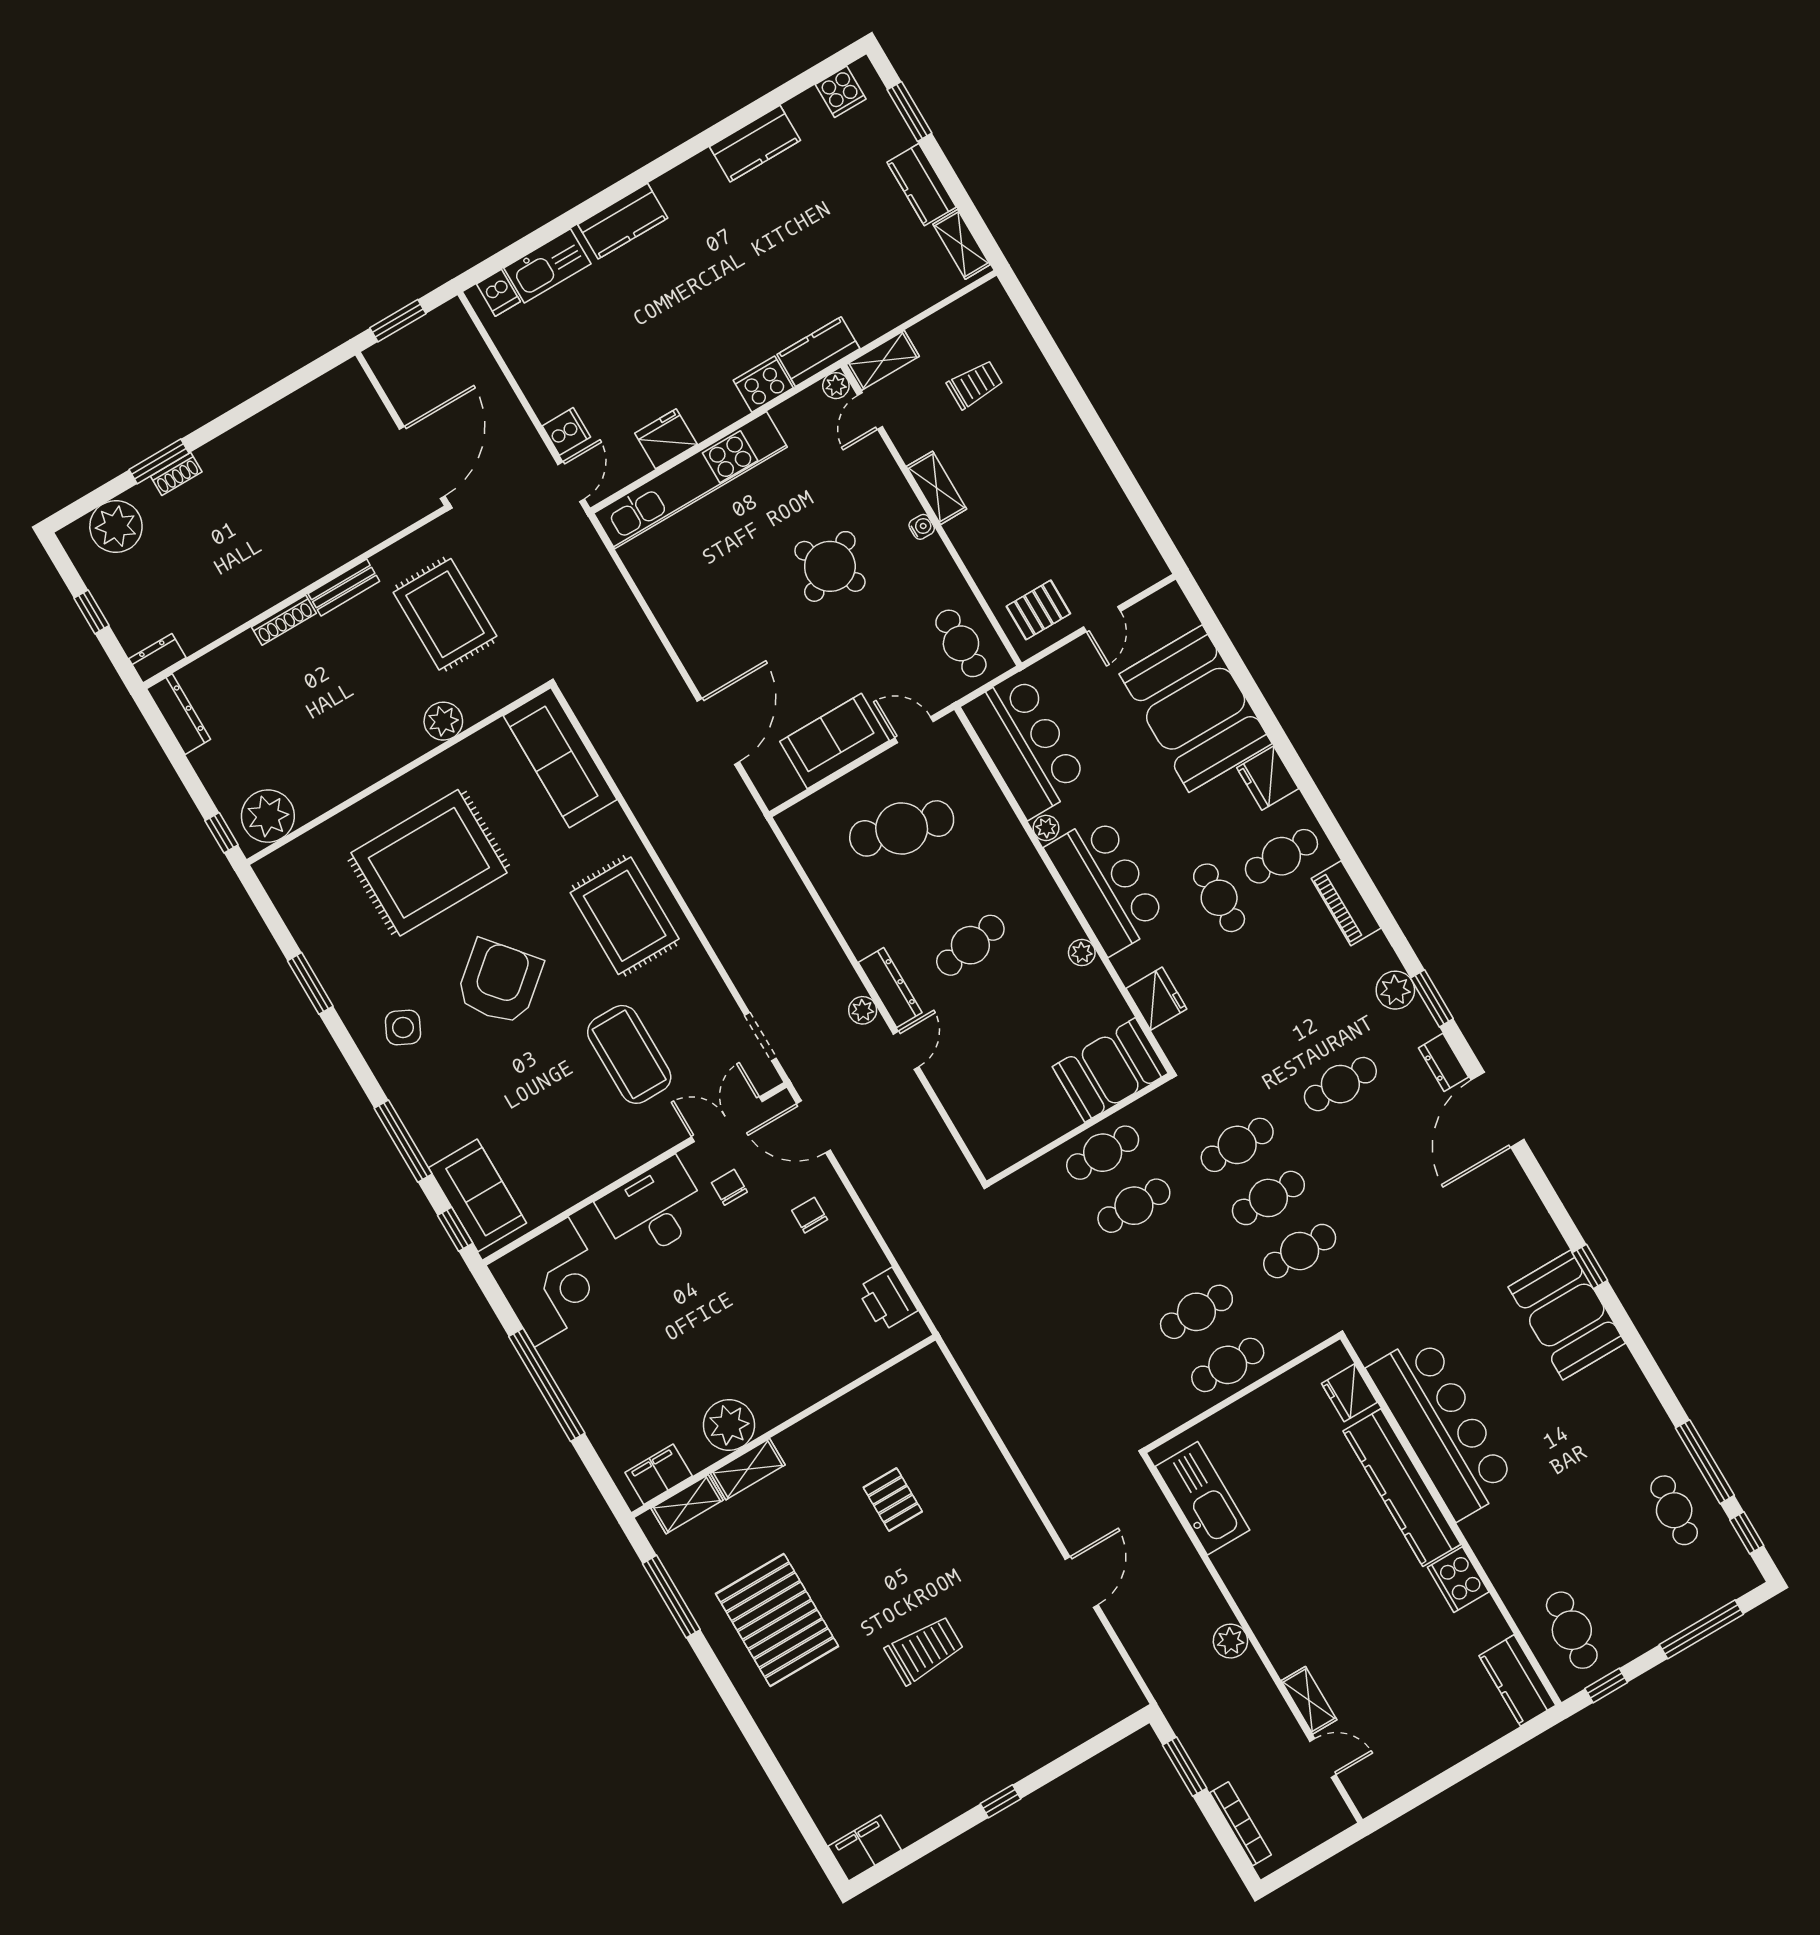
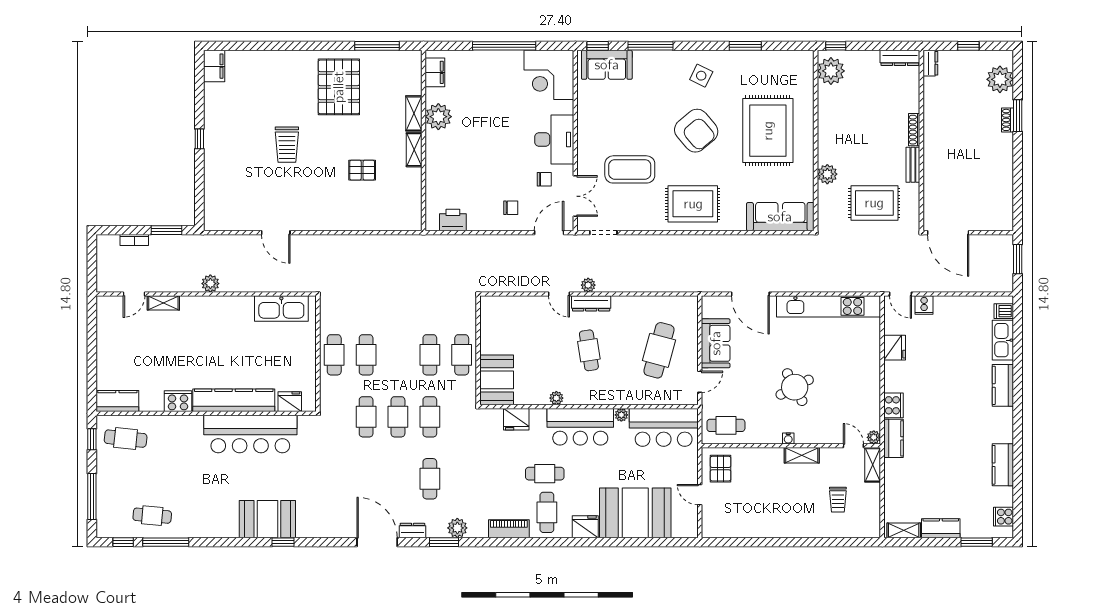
kitchen unit: (690, 480) -> (829, 306), moved, turned -90
shelving: (687, 1504) -> (414, 150), moved
pallet: (777, 1620) -> (339, 87), turned 90
bookcase: (1240, 1824) -> (134, 240), width x0.64

